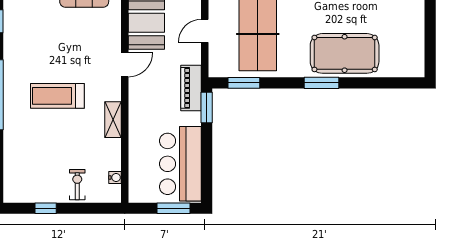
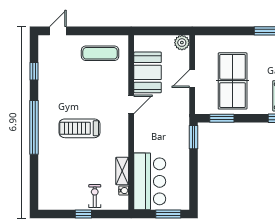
piano: (191, 88) -> (182, 122), removed
shelving: (113, 120) -> (122, 171), moved
bar counter: (180, 164) -> (150, 181), moved, turned 180
window: (46, 208) -> (83, 214), moved

